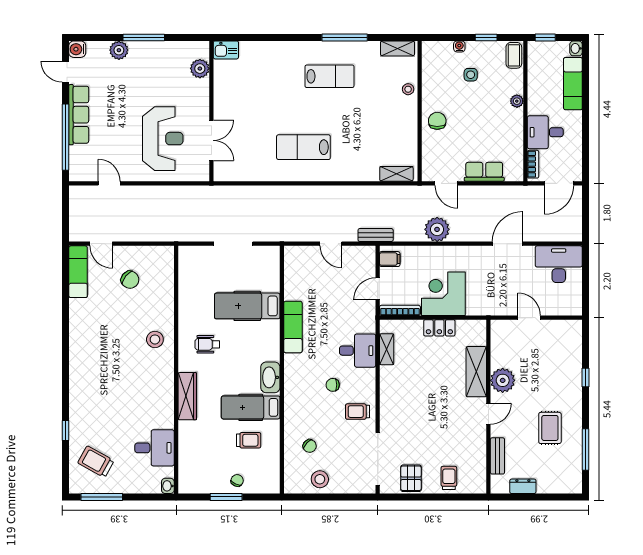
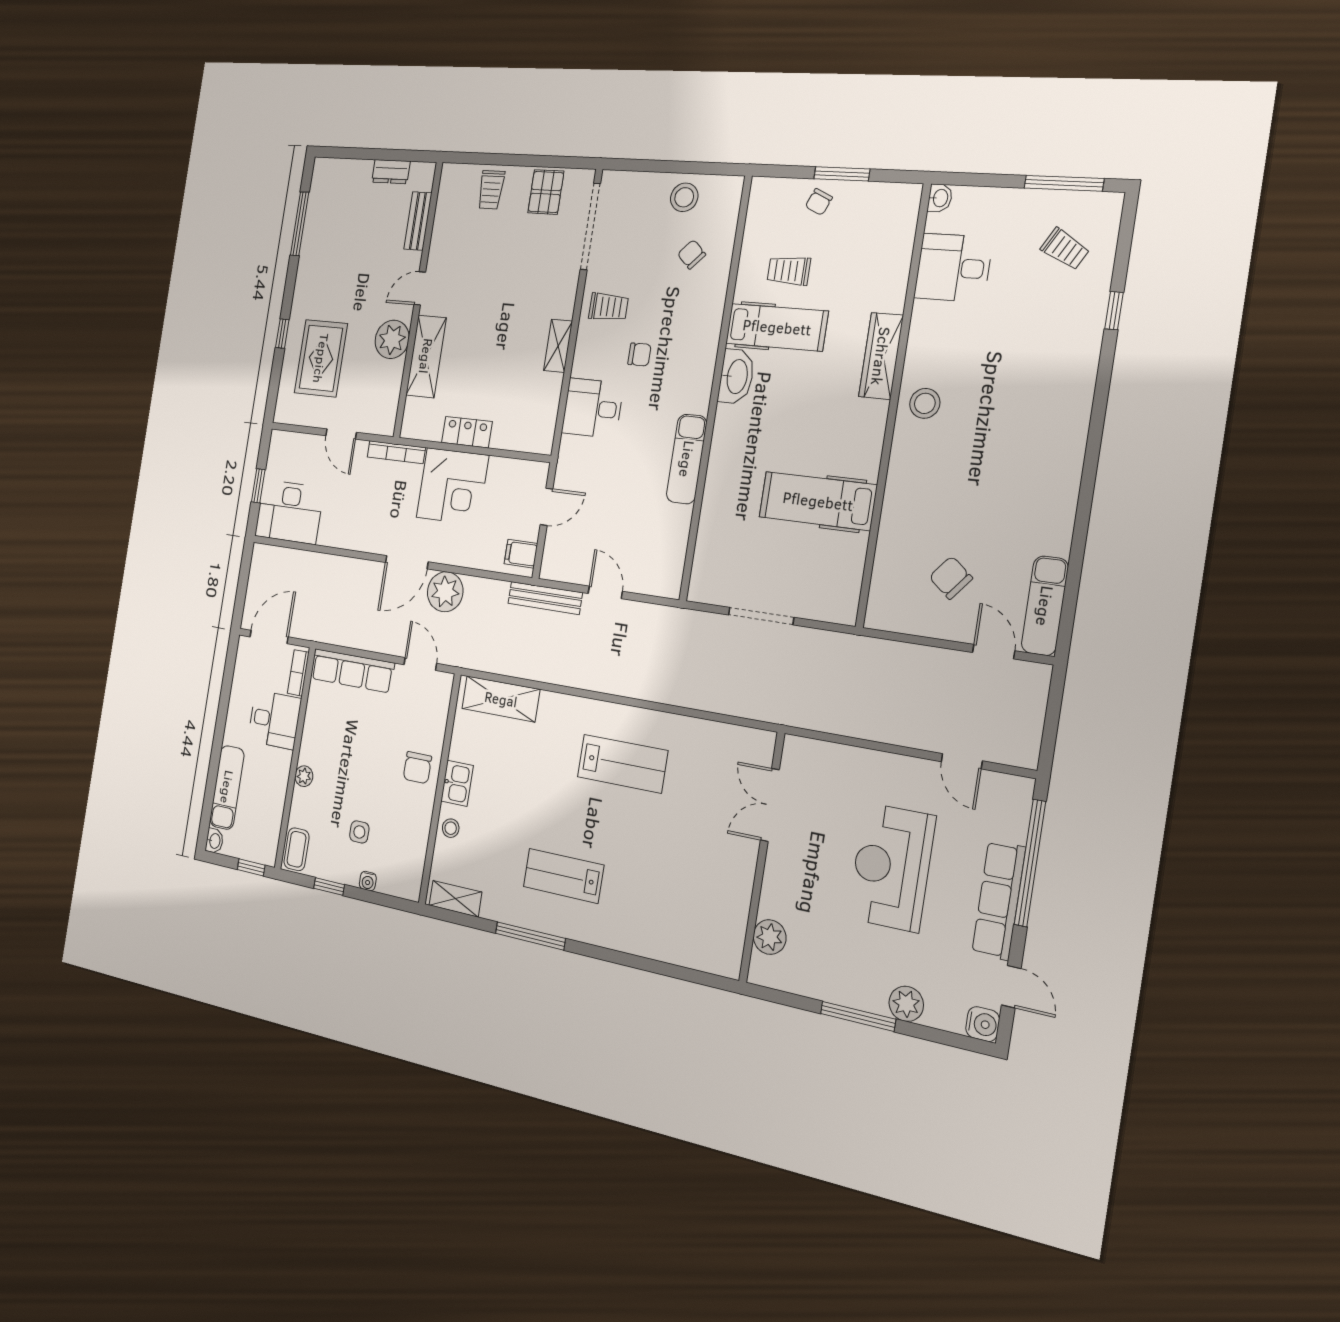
kitchen sink: (226, 50) -> (457, 783), moved, turned 90
reception desk: (163, 139) -> (891, 867), moved
row of seats: (484, 172) -> (352, 671), width x1.48
shelving: (396, 174) -> (501, 699), width x1.50, depth x1.33
bench: (376, 235) -> (545, 598), width x1.36
door: (507, 244) -> (407, 562), moved
window: (586, 278) -> (258, 486), added
hospital bed: (247, 306) -> (818, 501), moved, turned 180
bookcase: (400, 310) -> (396, 452), moved
stool: (155, 339) -> (925, 403), moved
wheelchair: (207, 344) -> (832, 445), removed
shelving: (387, 349) -> (558, 346), moved
rug: (550, 428) -> (321, 358), moved, width x1.36, depth x1.43
trolley: (96, 462) -> (1065, 249), width x0.73, depth x0.72

